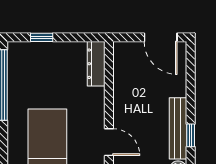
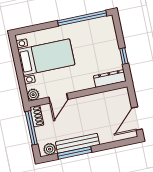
window: (42, 37) -> (124, 56), moved
window: (191, 135) -> (75, 153), width x2.17

